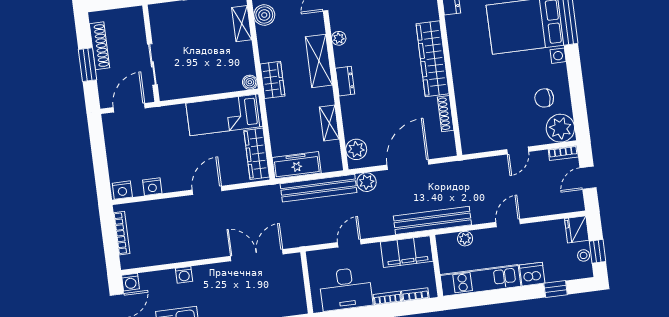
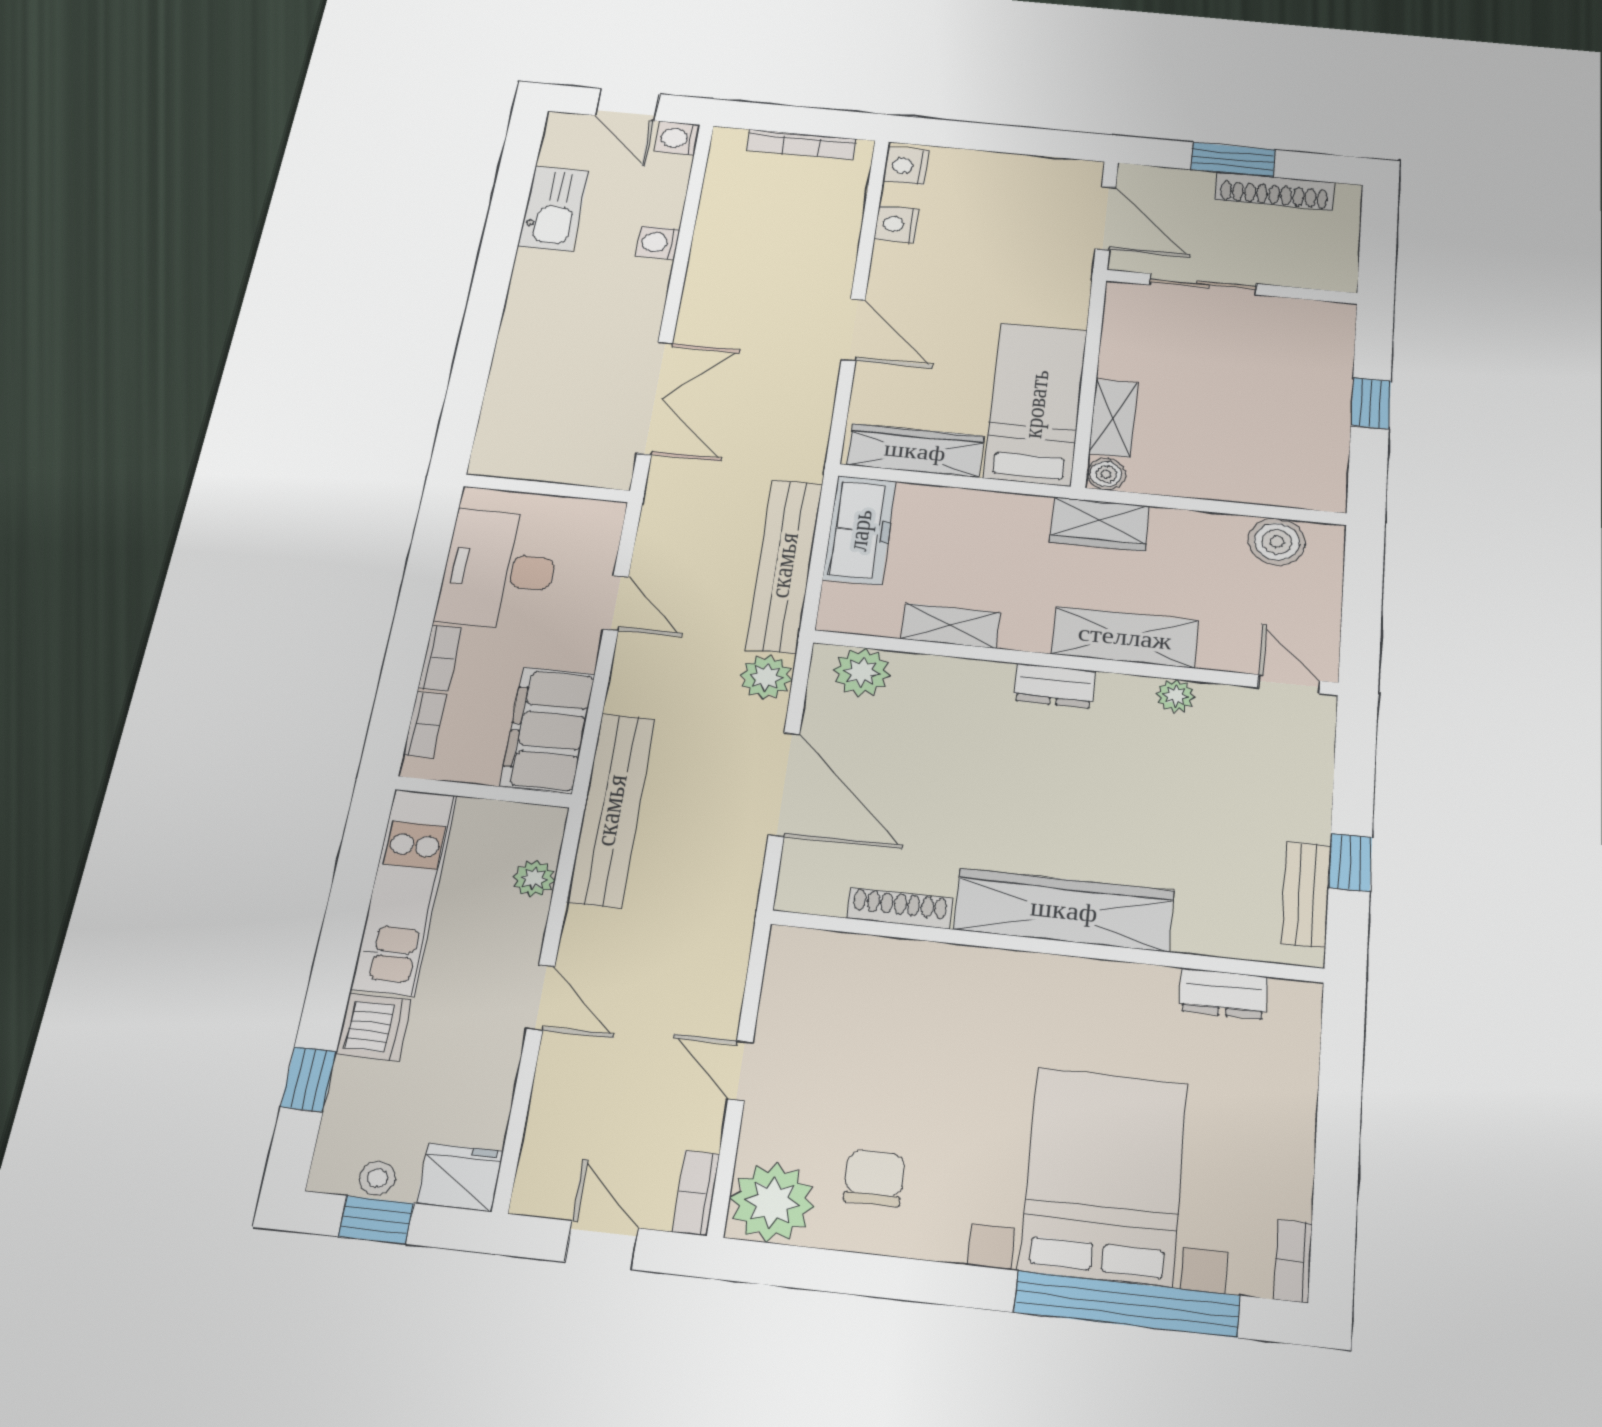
shelving: (242, 24) -> (1113, 418), moved, turned 90

